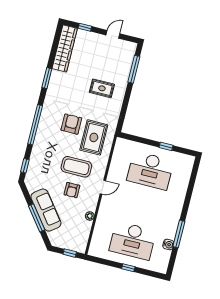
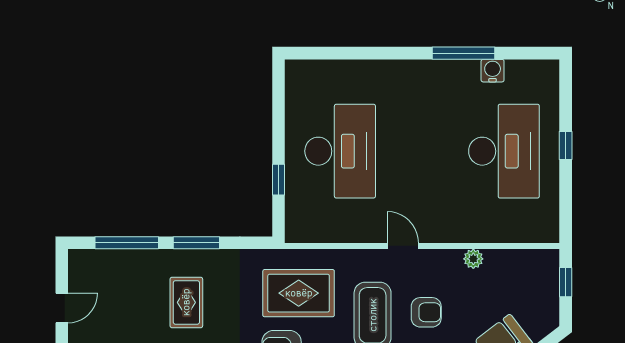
door: (113, 34) -> (62, 308), swing flipped
window: (126, 99) -> (196, 243), added
window: (166, 146) -> (278, 180), moved

